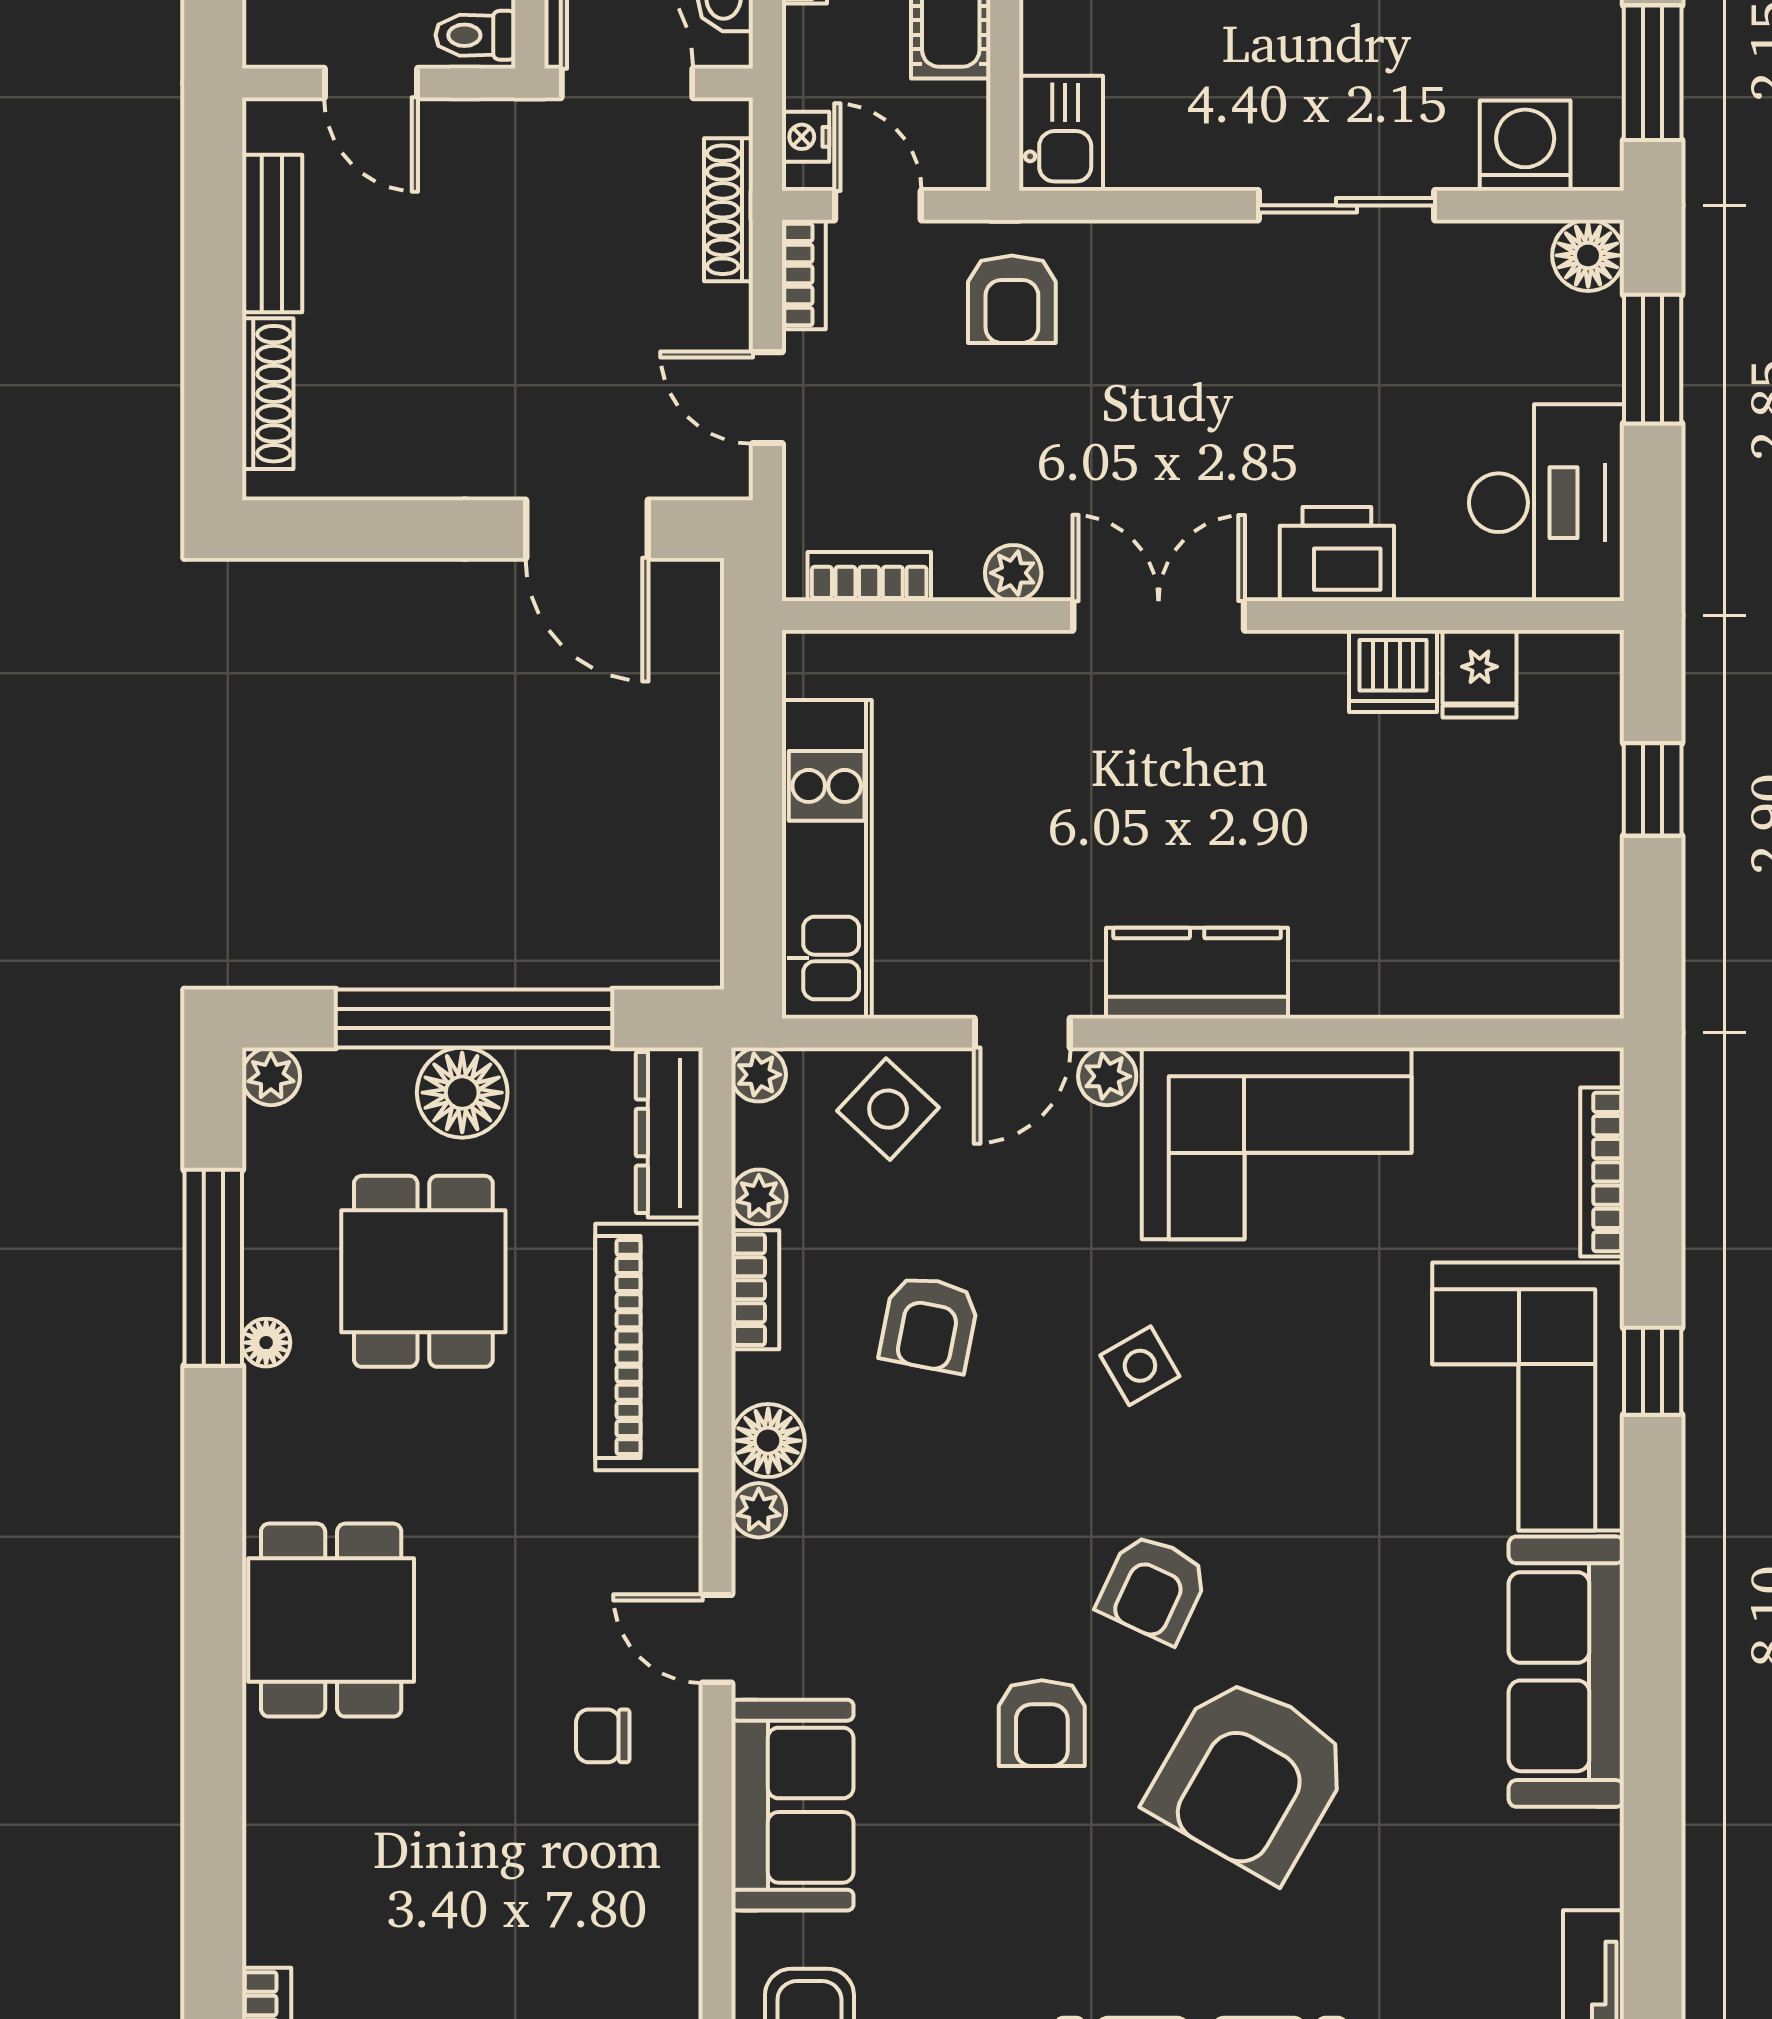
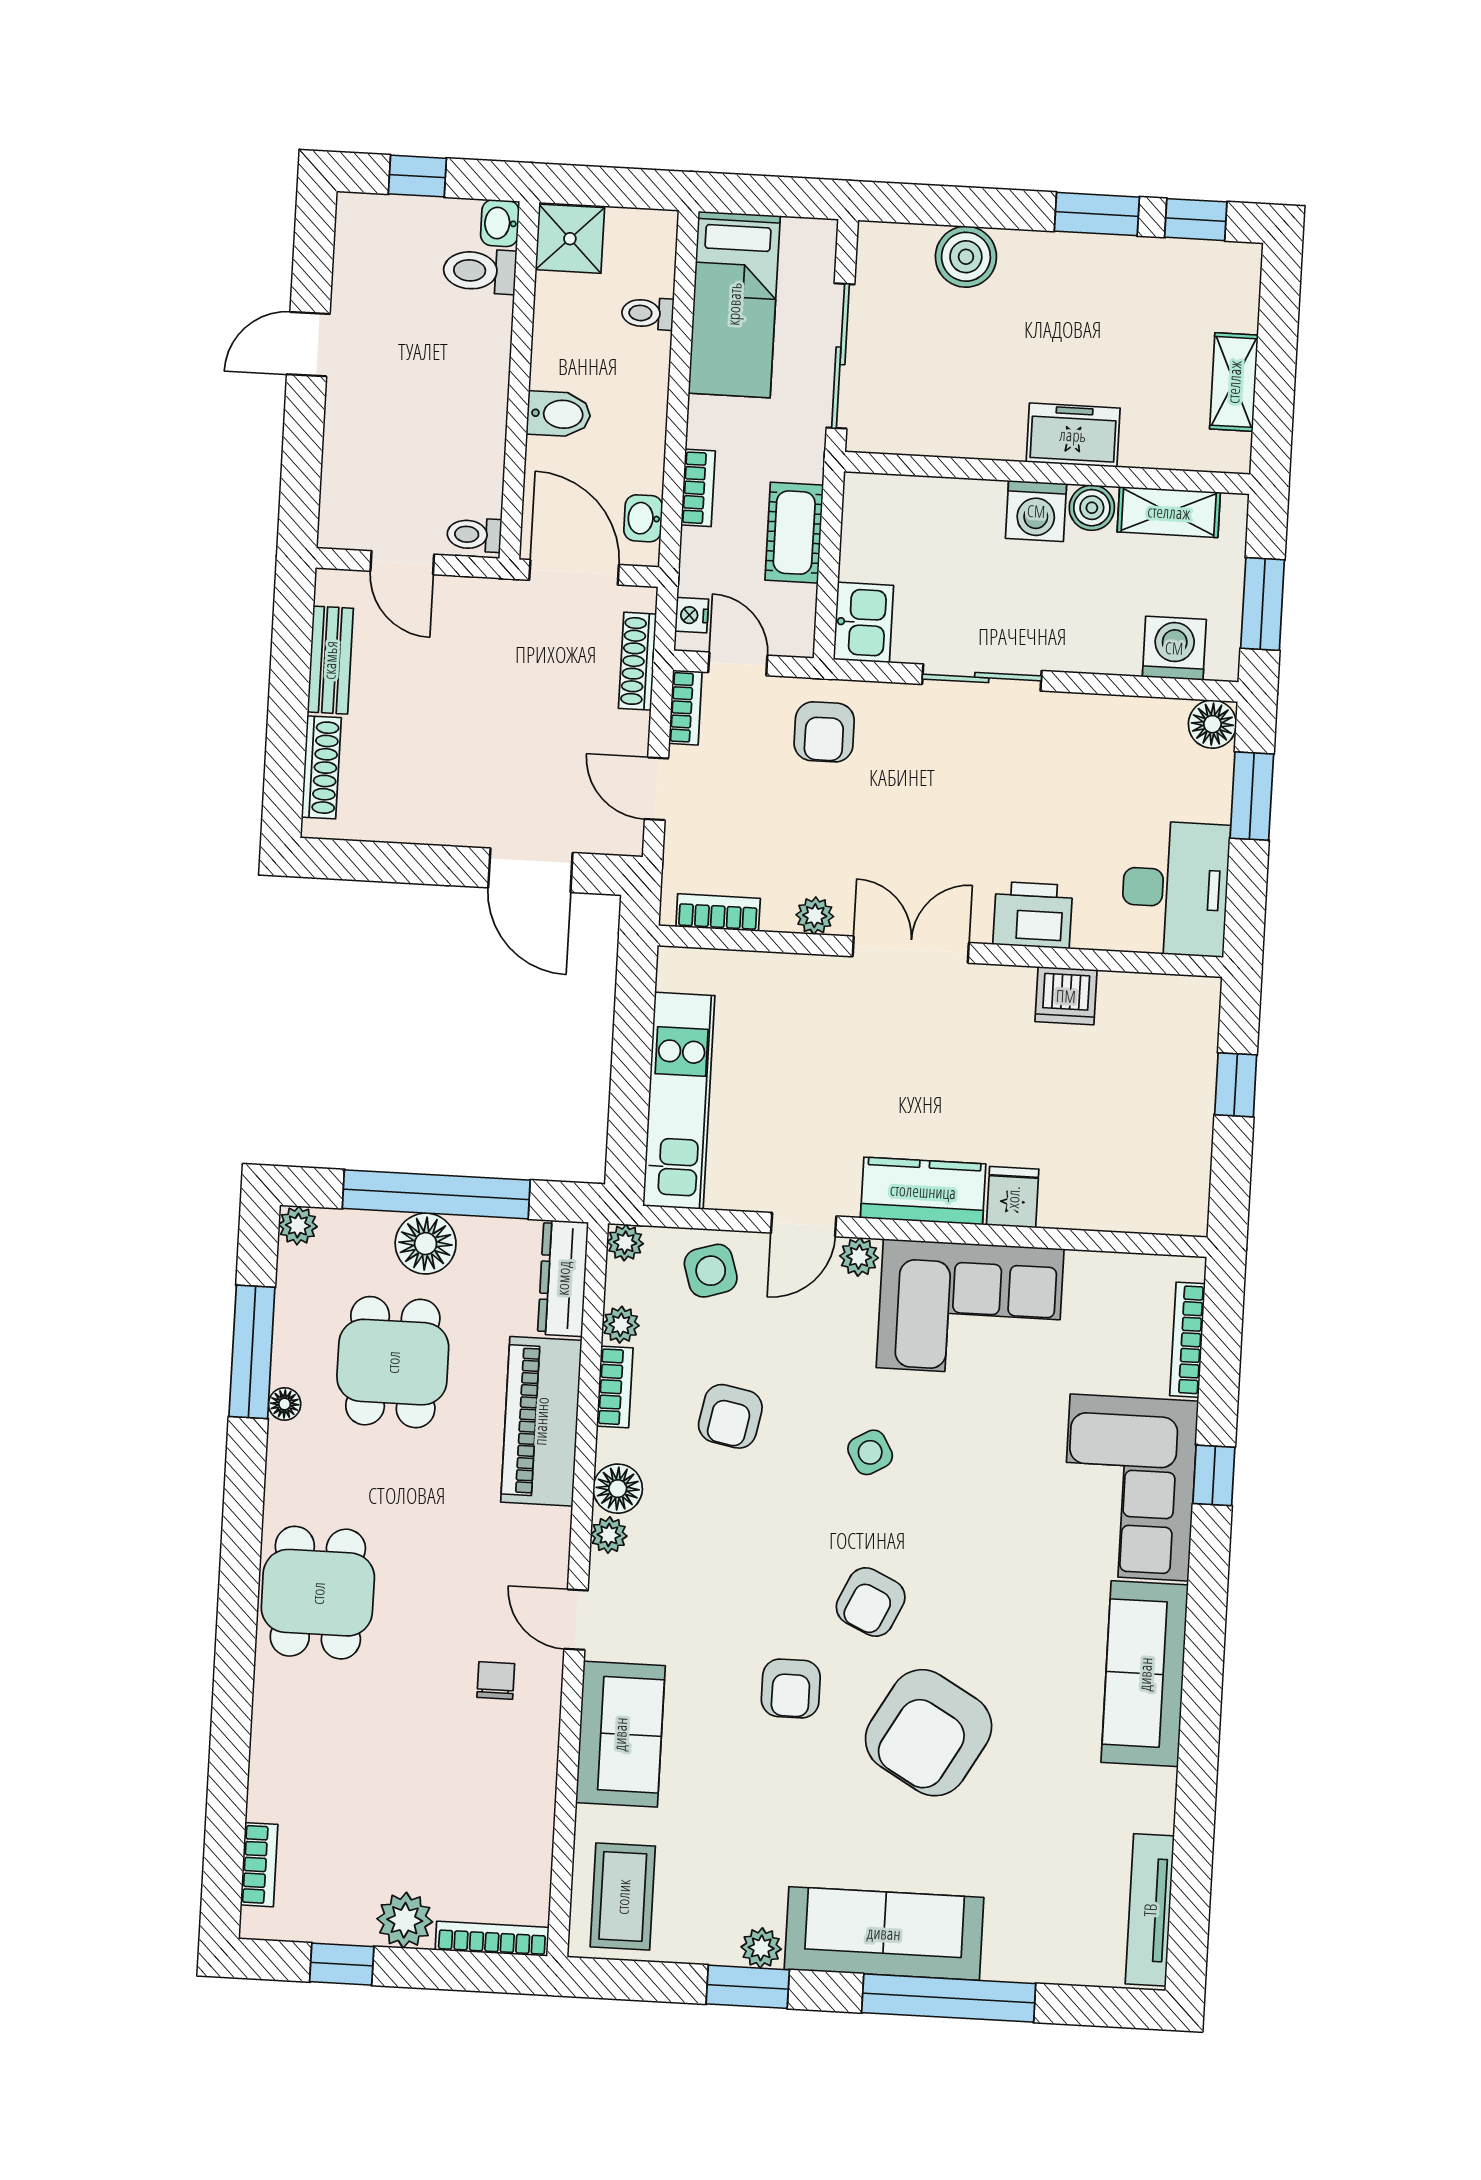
sliding door: (1346, 205) -> (982, 677), moved
fridge: (1480, 674) -> (1013, 1197), moved, turned 180
side table: (888, 1109) -> (711, 1271), turned 30
chair: (603, 1736) -> (496, 1681), turned 90

